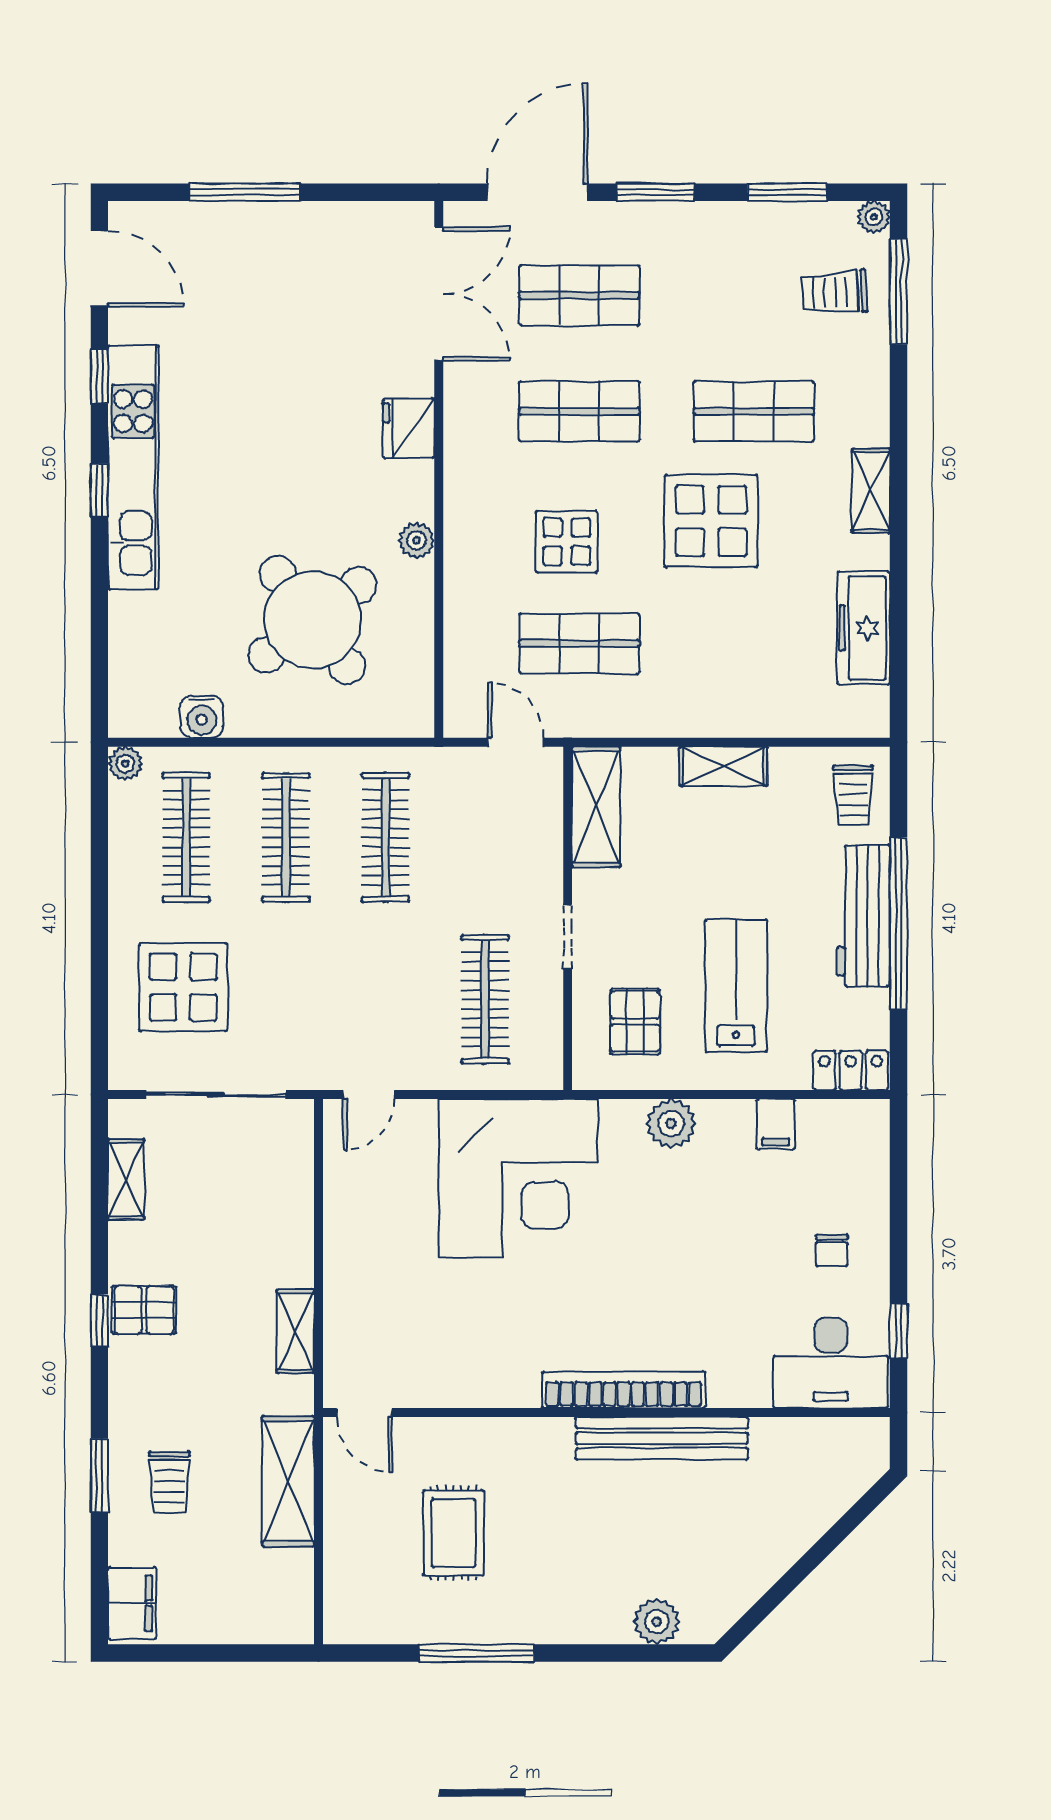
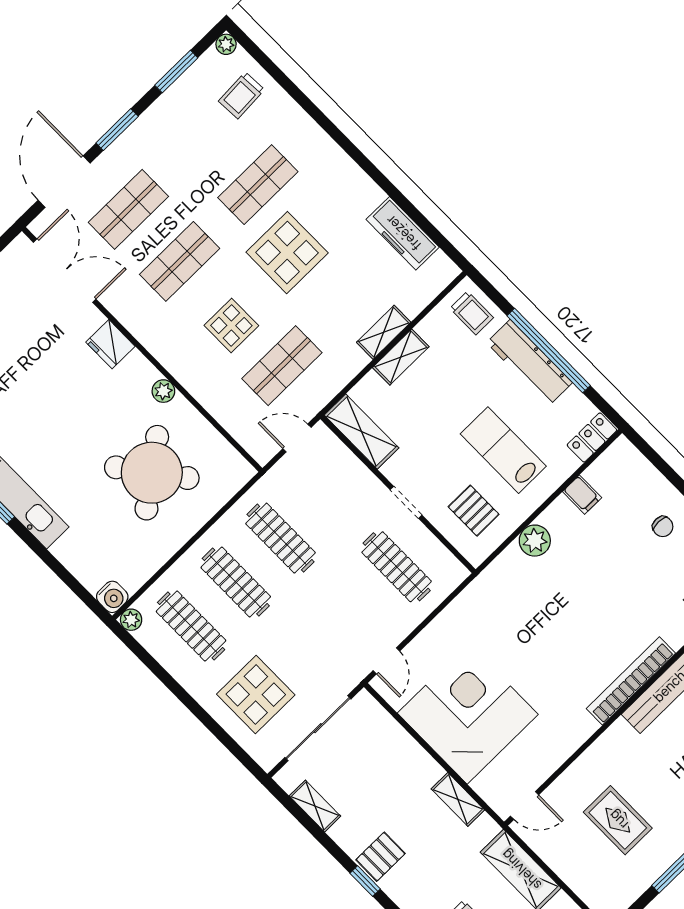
window: (899, 291) -> (270, 67), removed
shelving: (871, 491) -> (384, 332), moved, turned 90
water cooler: (202, 717) -> (112, 597), moved
corner desk: (518, 1178) -> (468, 714), moved, turned -90

